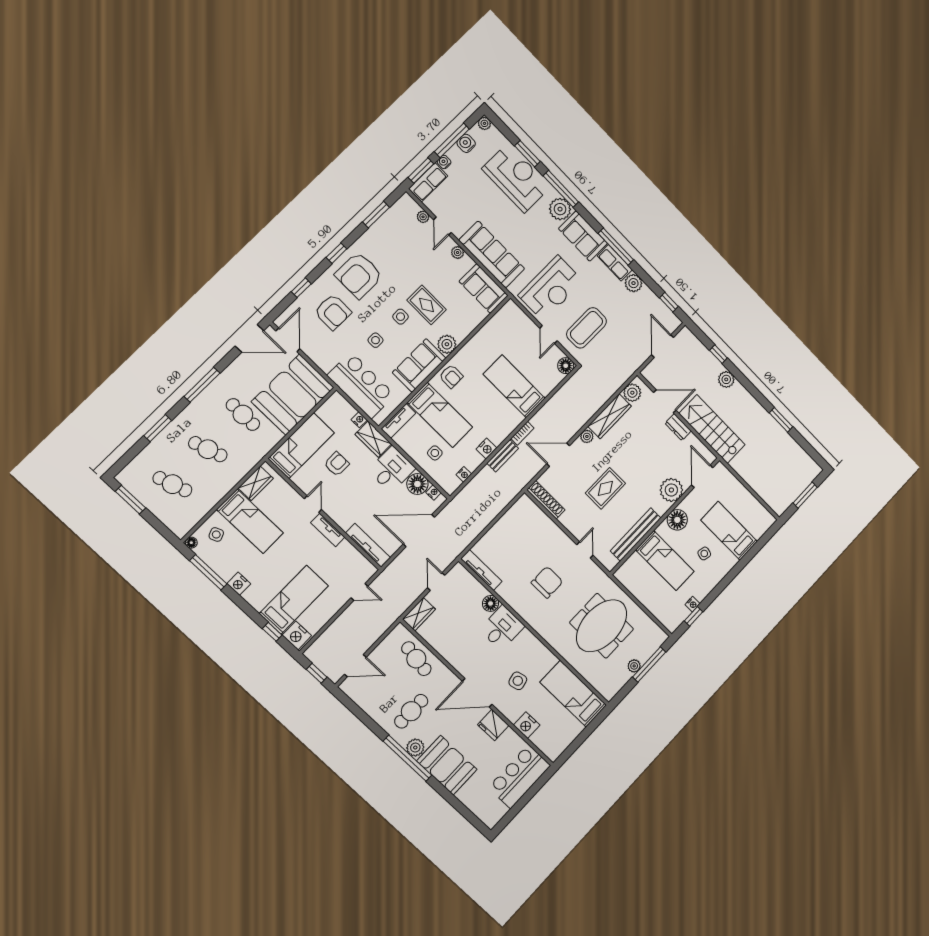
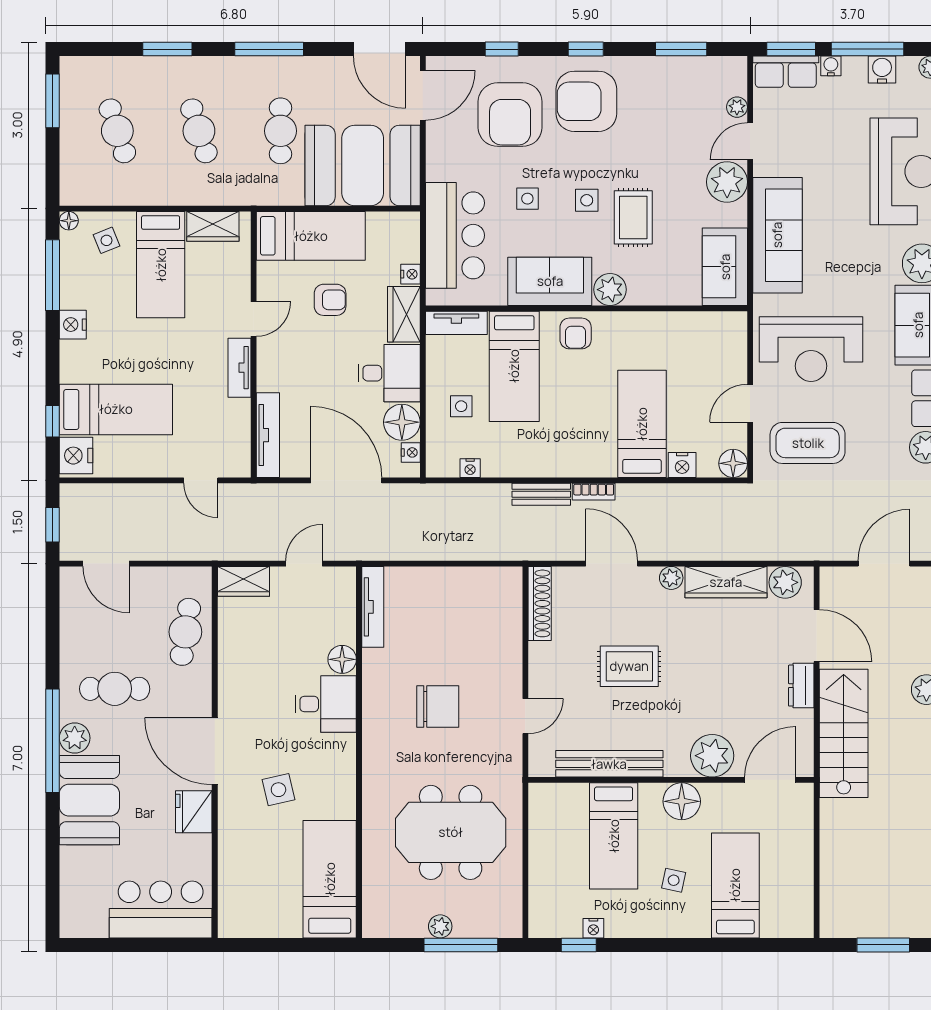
plant: (458, 253) -> (727, 182), width x1.88, depth x1.88
armchair: (333, 312) -> (510, 115), width x1.36, depth x1.36
nightstand: (486, 448) -> (682, 465), moved
nightstand: (527, 725) -> (234, 856), removed

